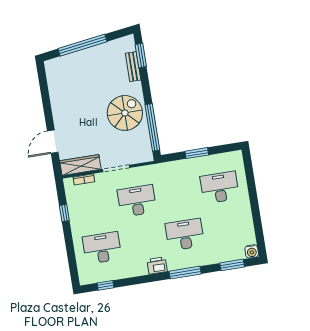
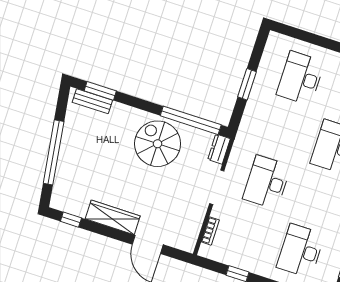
bench: (133, 67) -> (92, 101), moved
window: (43, 81) -> (71, 220), added
dresser: (143, 157) -> (219, 149), added
wardrobe: (80, 165) -> (113, 217), moved, turned 90

